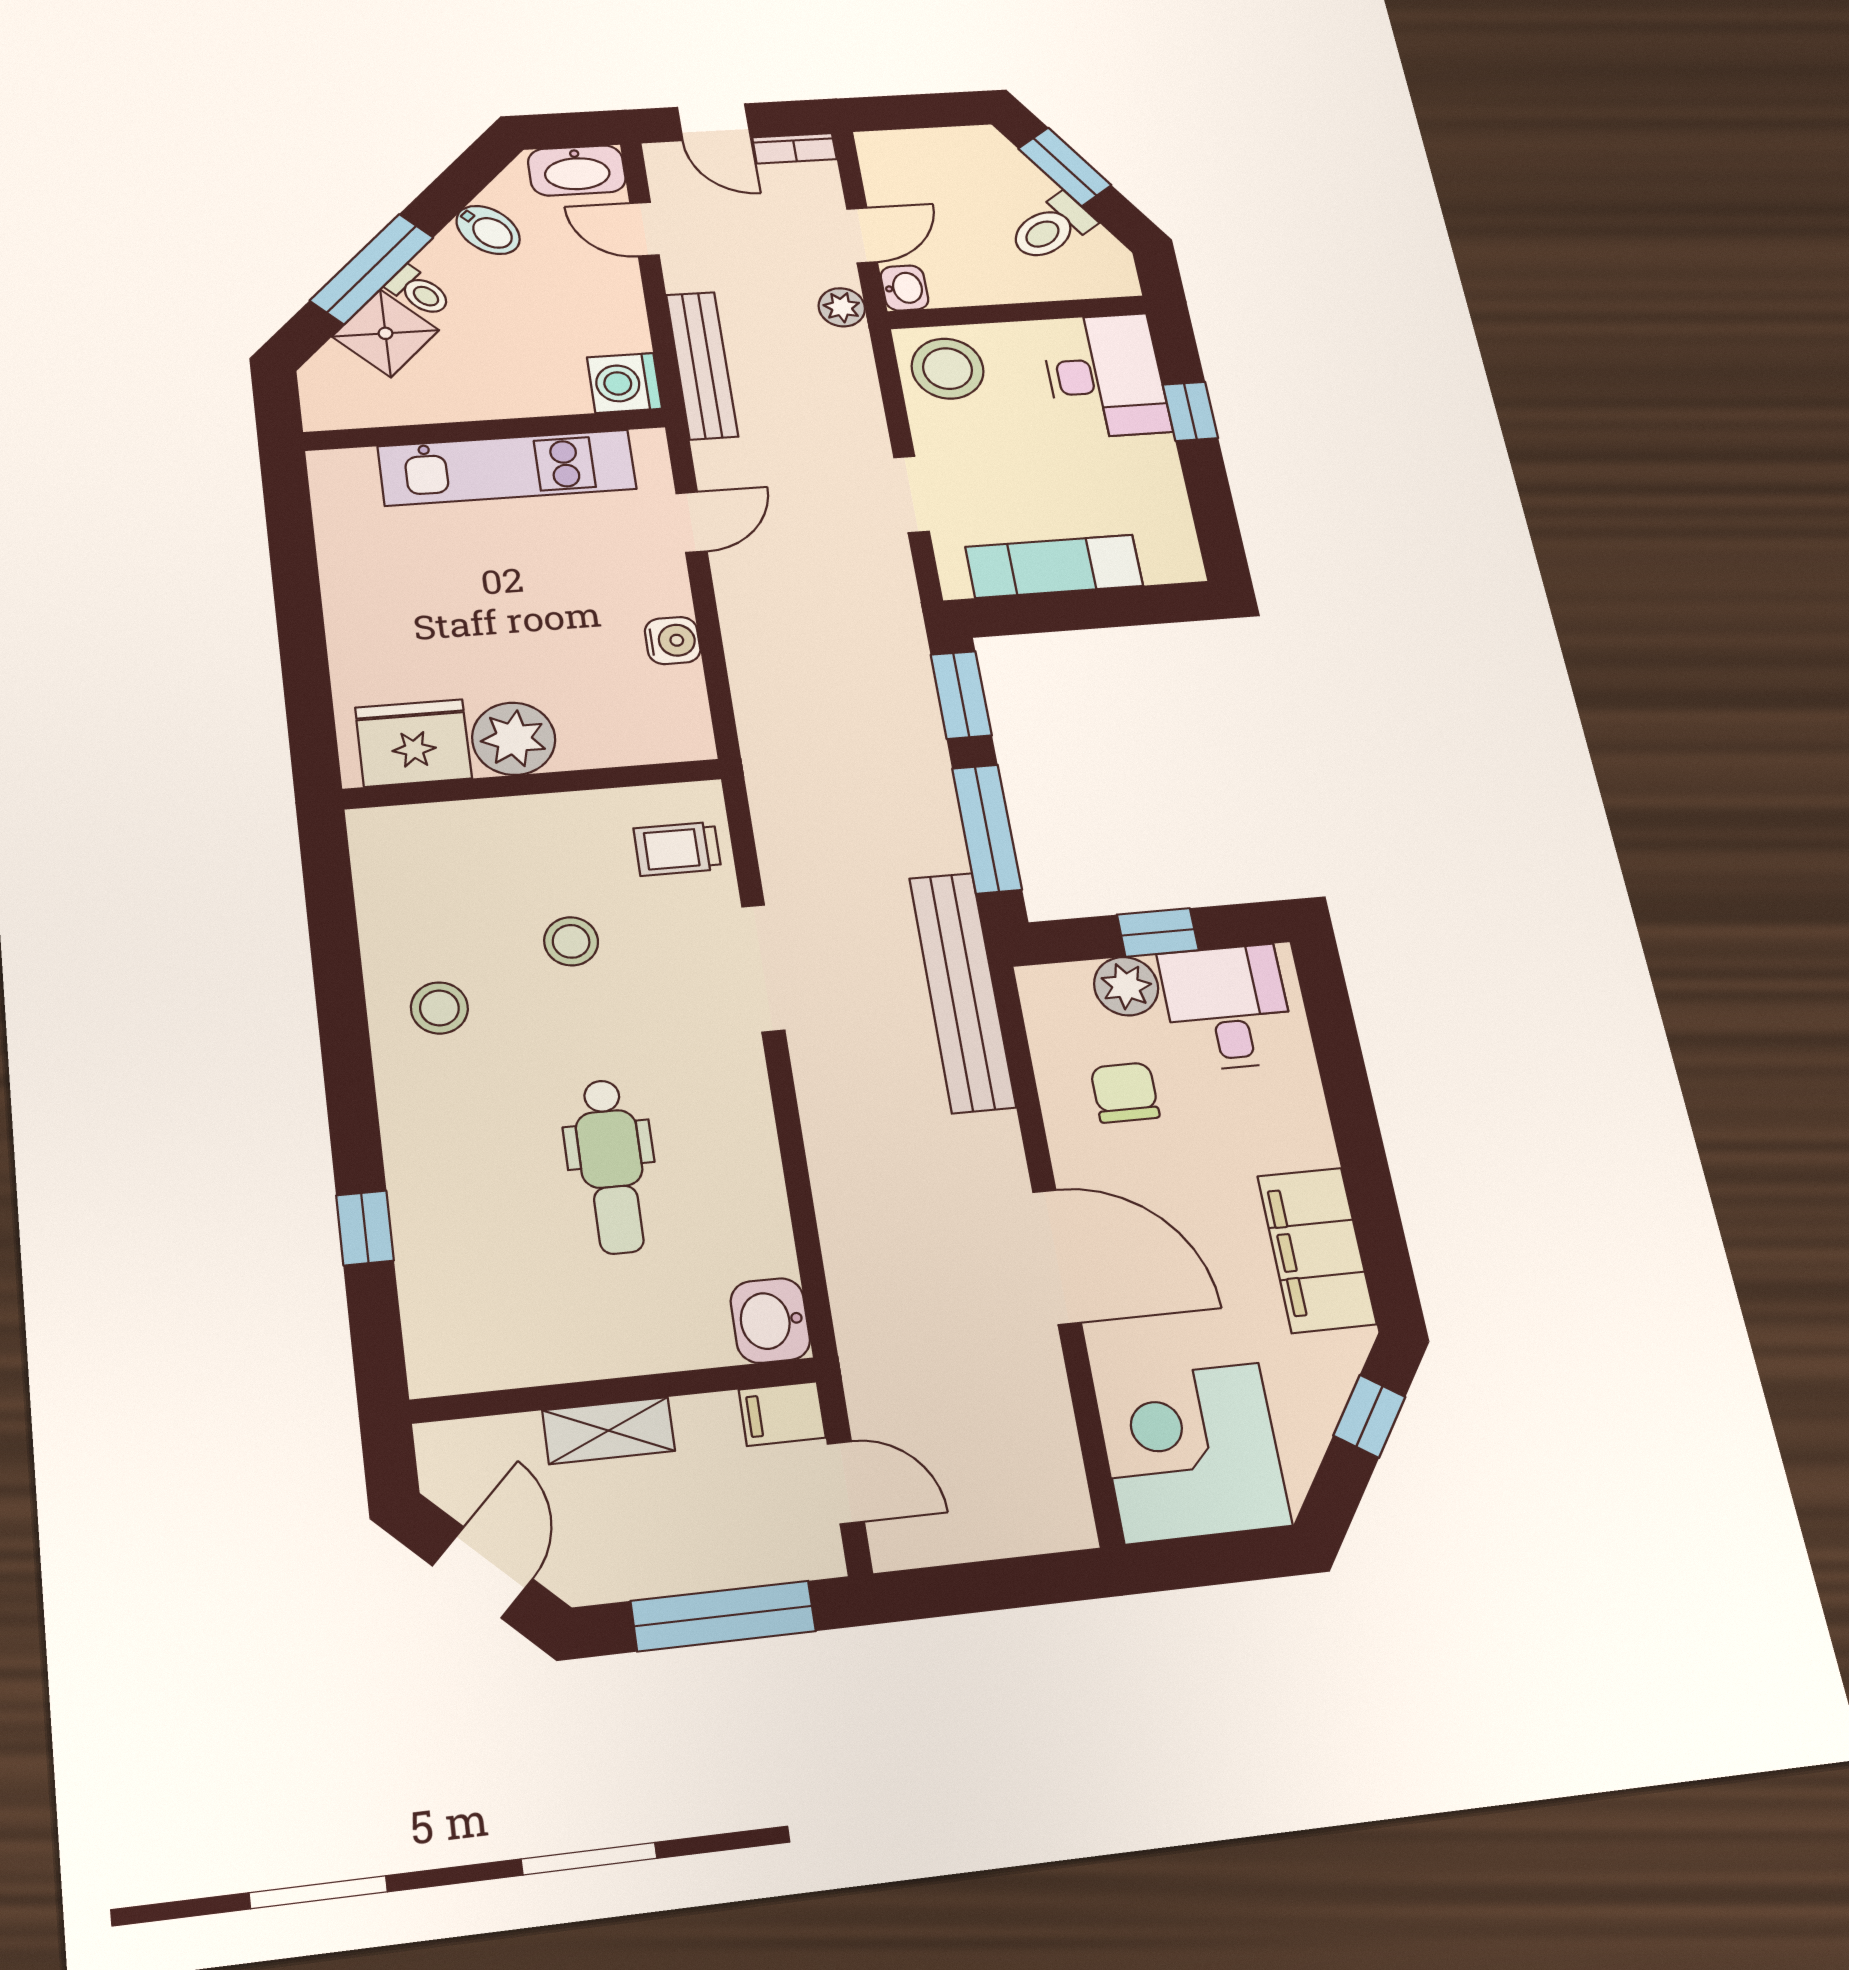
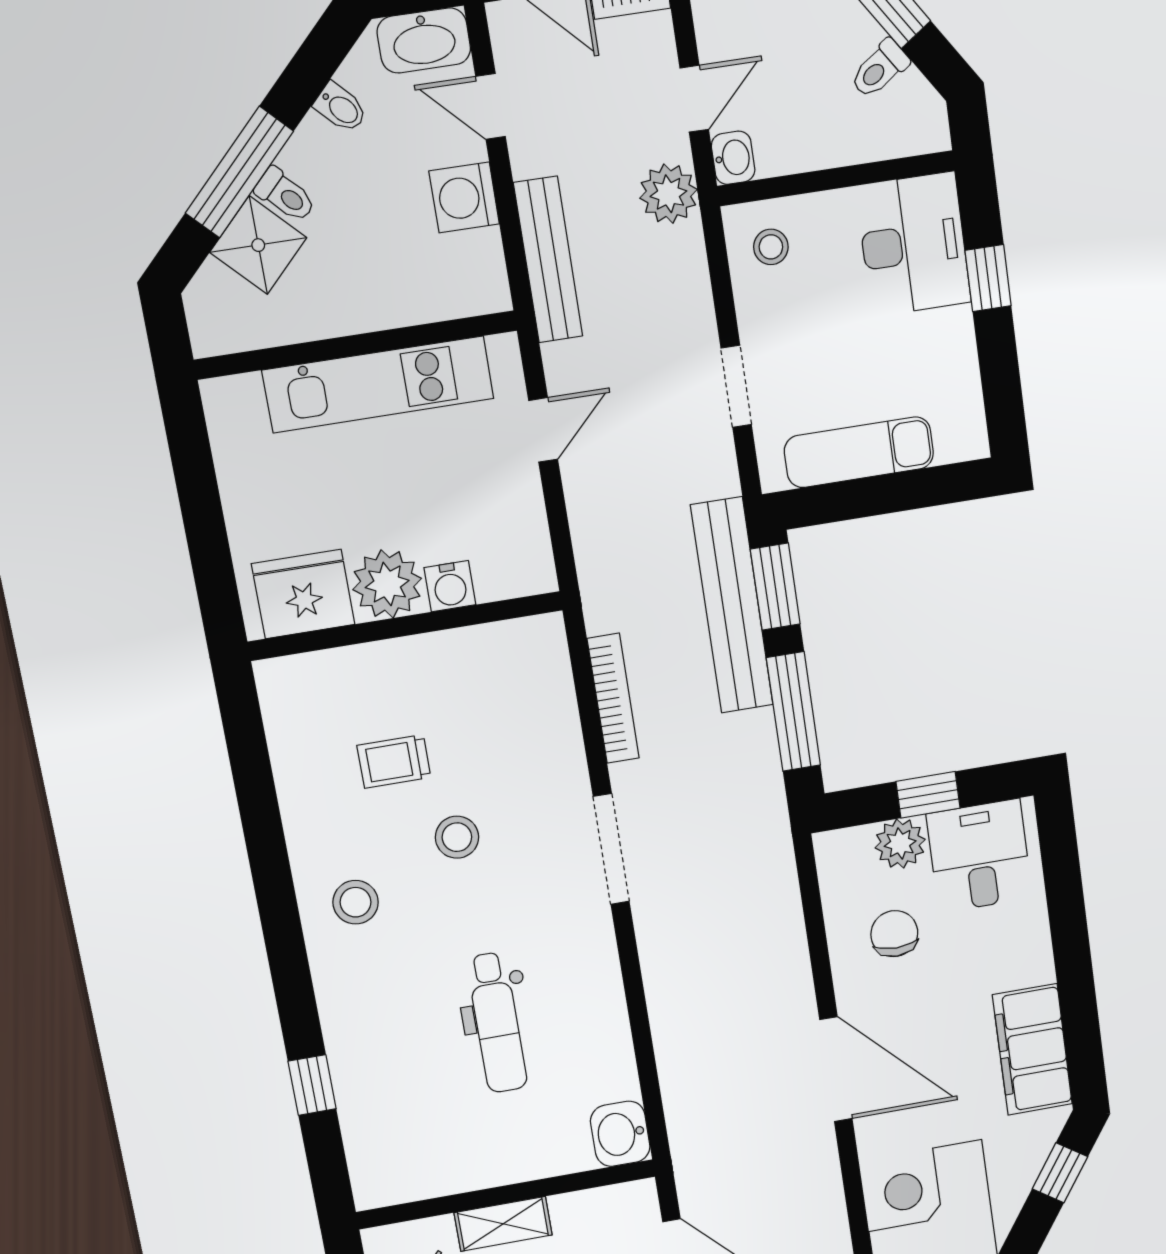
toilet: (1051, 228) -> (880, 69), width x0.73, depth x0.72
bidet: (488, 230) -> (341, 108), width x0.72, depth x0.74
plant: (842, 307) -> (668, 194), width x1.38, depth x1.38
stool: (948, 369) -> (771, 247), width x0.53, depth x0.53
washing machine: (624, 383) -> (464, 197), moved
water cooler: (673, 641) -> (450, 586), moved, turned 90
plant: (514, 739) -> (387, 584), moved
fridge: (413, 743) -> (303, 594), moved
wall: (533, 784) -> (406, 626), moved
bookcase: (768, 800) -> (613, 698), added
trolley: (677, 849) -> (394, 761), moved
bench: (962, 992) -> (732, 605), moved
filing cabinet: (782, 1414) -> (630, 1202), removed

